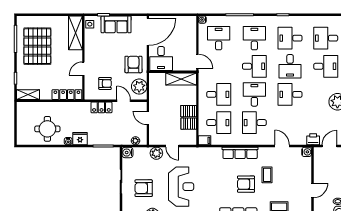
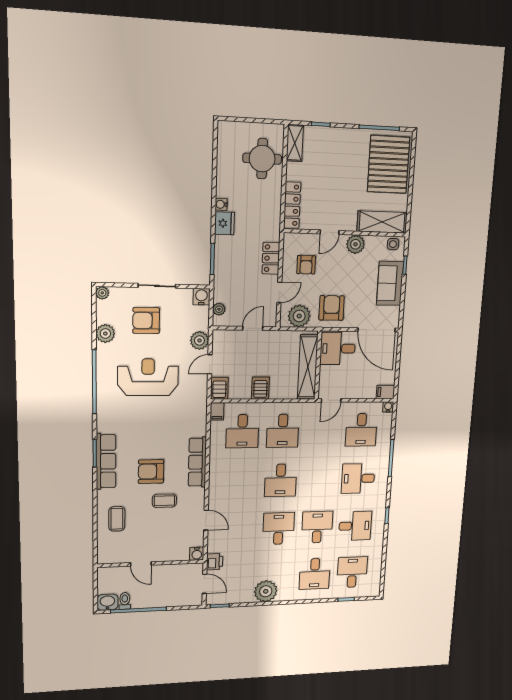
filing cabinet: (191, 22) -> (385, 392), added
desk: (219, 38) -> (361, 430), turned 90
desk: (254, 38) -> (358, 478), turned 180
desk: (290, 38) -> (355, 526), turned 90
pallet: (37, 46) -> (389, 165), moved, turned 90
plant: (91, 50) -> (355, 244), added
armchair: (133, 64) -> (332, 308), turned -90
desk: (254, 66) -> (320, 479), removed
desk: (290, 66) -> (317, 527), turned 90
door: (83, 69) -> (330, 232), swing flipped
shelving: (181, 79) -> (308, 367), width x1.47
desk: (254, 94) -> (281, 480), turned 90
desk: (254, 123) -> (241, 481), removed
server rack: (189, 124) -> (219, 388), moved
round table: (47, 129) -> (262, 159), moved
door: (282, 146) -> (206, 520), hinge flipped
armchair: (246, 184) -> (151, 471), turned -90
reception desk: (181, 187) -> (148, 377), turned 180
armchair: (144, 188) -> (146, 321), turned -90

